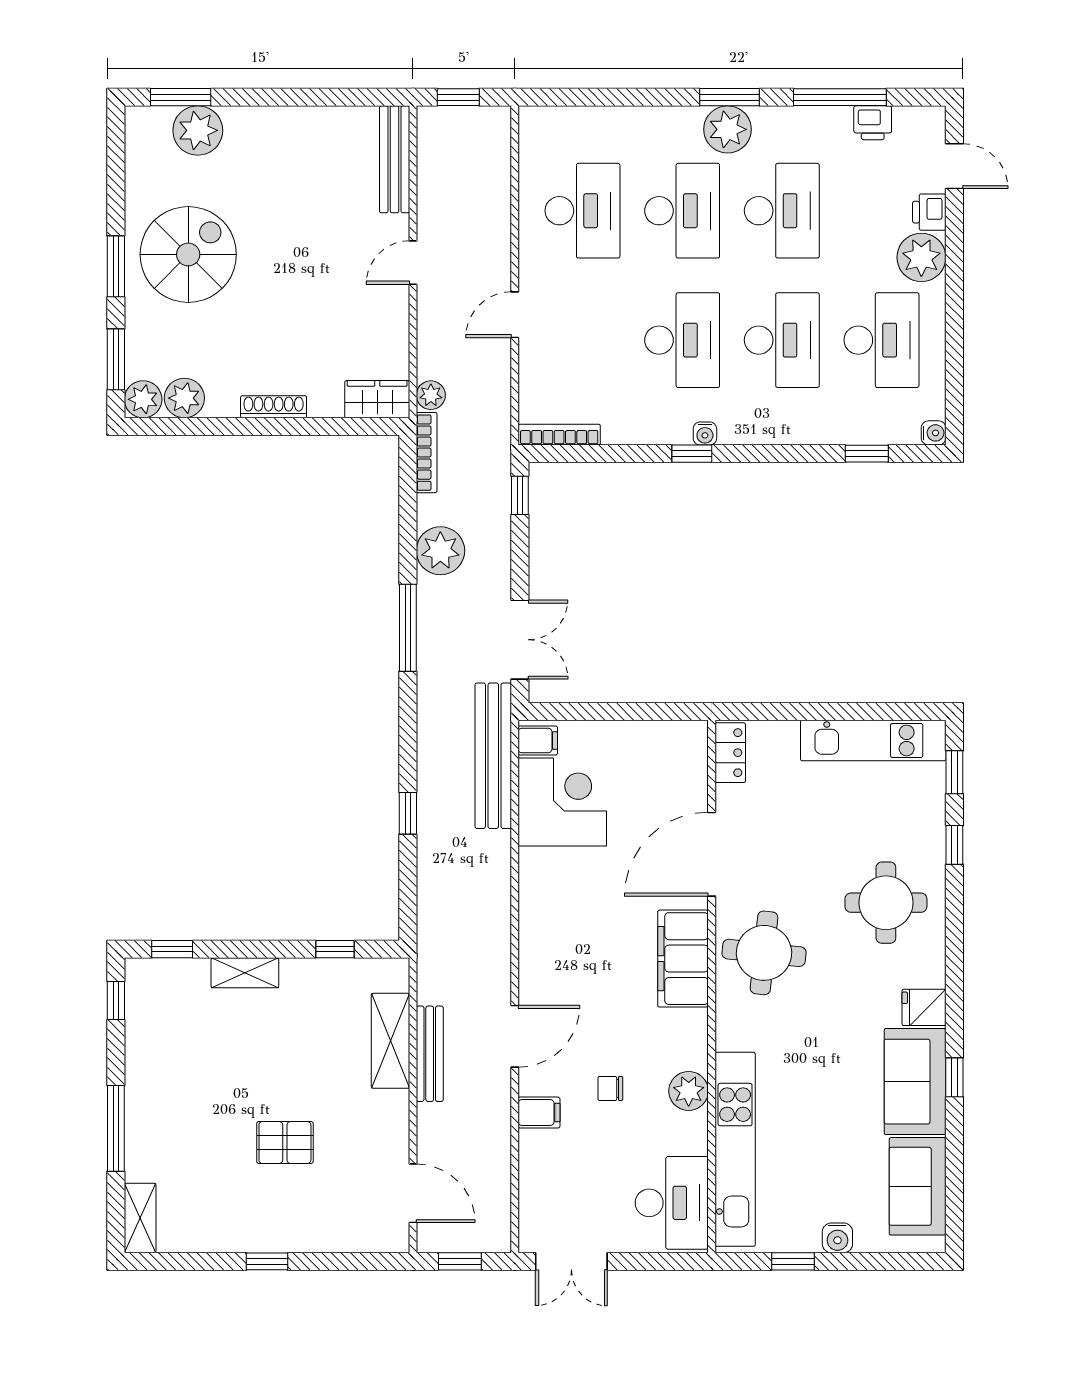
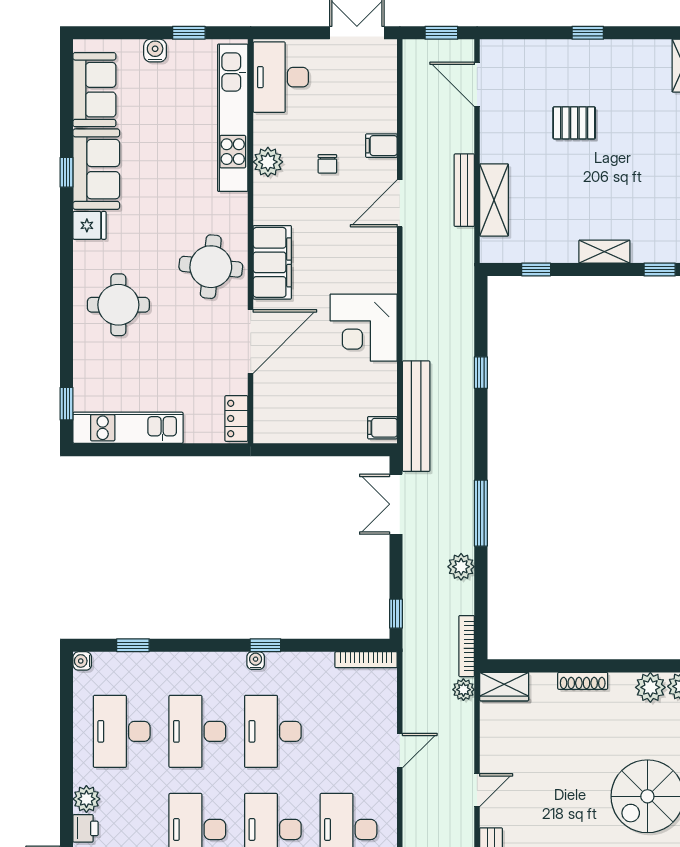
plant: (921, 257) -> (86, 799), width x0.73, depth x0.73
plant: (440, 551) -> (461, 567), width x0.73, depth x0.73
corner desk: (562, 802) -> (364, 328), moved
window: (954, 845) -> (67, 349), removed
chair: (610, 1088) -> (327, 164), turned 90

